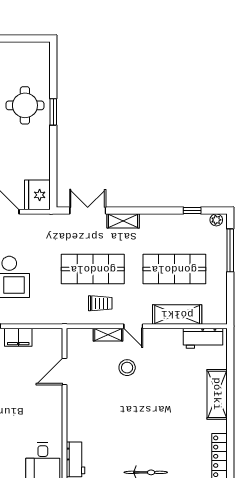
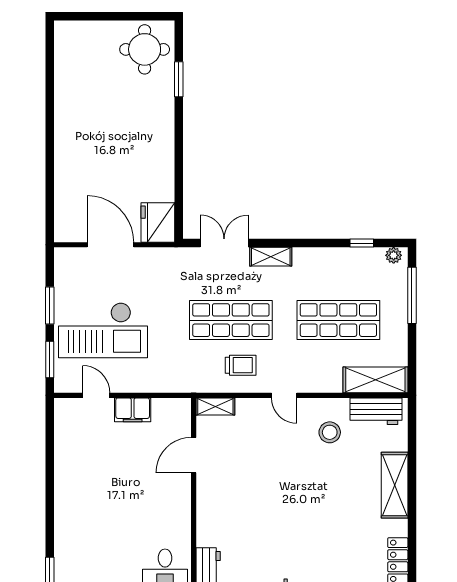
round table: (25, 105) -> (145, 49), moved
window: (53, 112) -> (179, 79), moved
shelving: (177, 314) -> (375, 380), moved
shelving: (108, 335) -> (215, 406), moved
stool: (127, 368) -> (330, 432), moved

